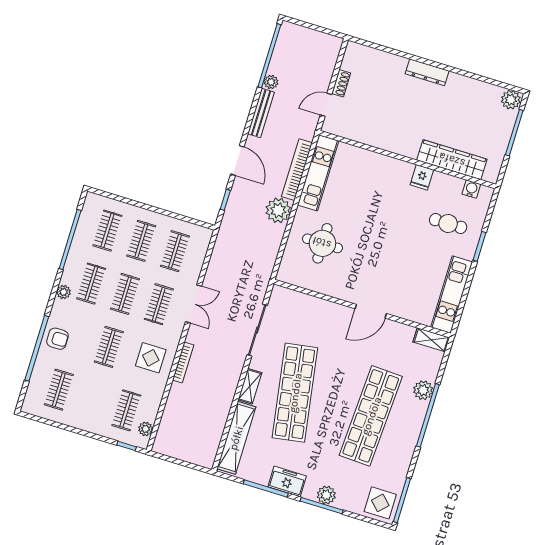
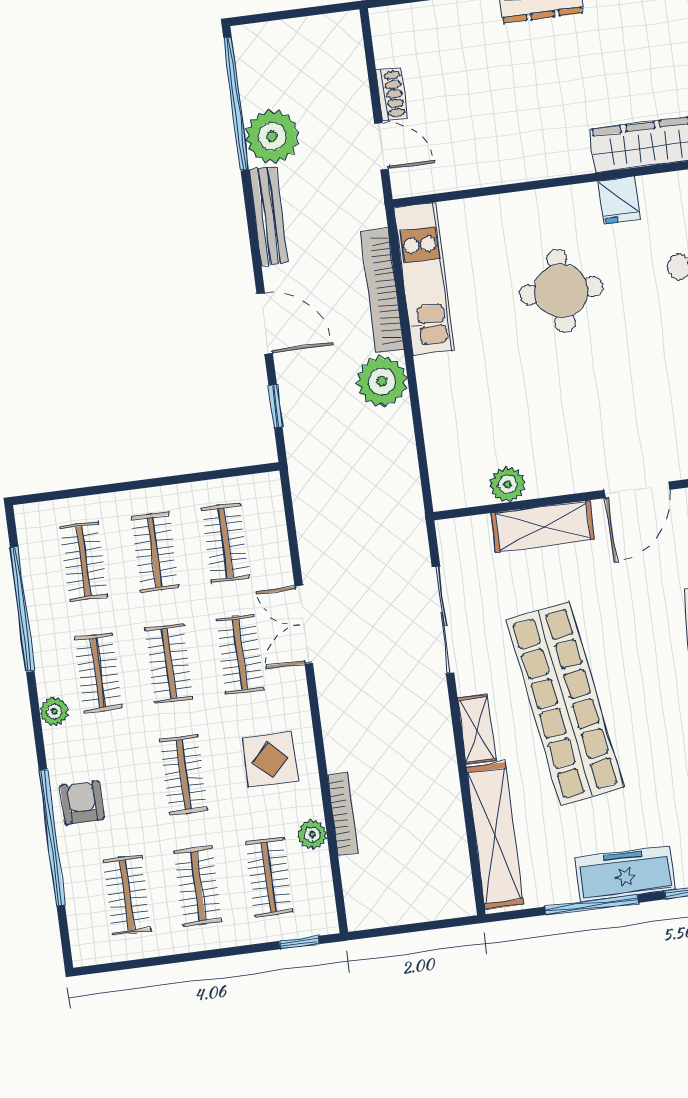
plant: (271, 82) -> (272, 136), width x1.88, depth x1.88
door: (326, 105) -> (382, 146), swing flipped
round table: (322, 243) -> (561, 291), moved
plant: (314, 282) -> (507, 484), added
double door: (194, 304) -> (304, 625), swing flipped
shelving: (321, 308) -> (543, 526), added
armchair: (58, 339) -> (82, 803), turned -90
bookcase: (183, 362) -> (343, 814), moved
clothes rail: (93, 400) -> (198, 886), added
plant: (146, 429) -> (312, 835), moved
freezer: (287, 481) -> (625, 874), width x1.40

